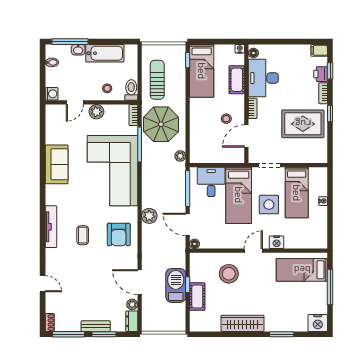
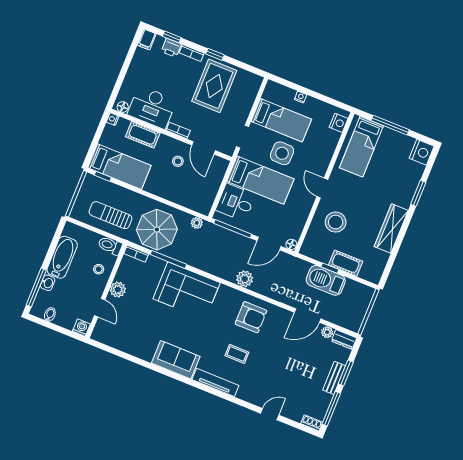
sofa: (57, 164) -> (176, 360), moved
corner sofa: (112, 171) -> (187, 291), width x0.73, depth x0.74
nightstand: (277, 242) -> (339, 123), moved

